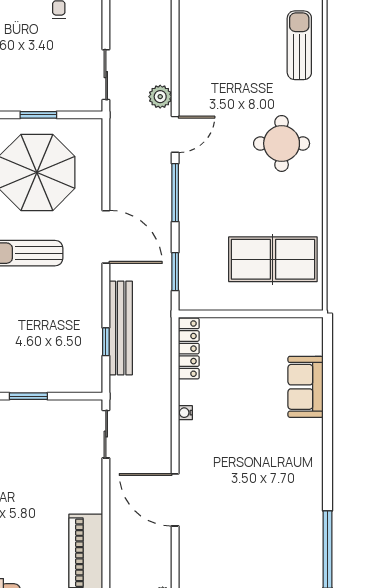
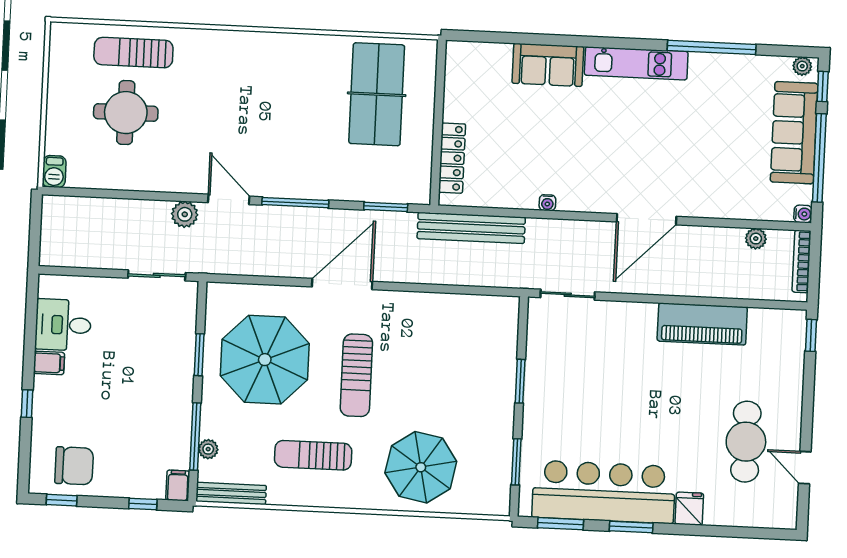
round table: (282, 143) -> (126, 113), moved
bench: (121, 328) -> (471, 228), moved
window: (106, 342) -> (462, 290), removed
locker: (189, 349) -> (452, 158), moved, turned 90
sofa: (306, 387) -> (548, 65), moved
kitchen unit: (311, 484) -> (636, 63), added

